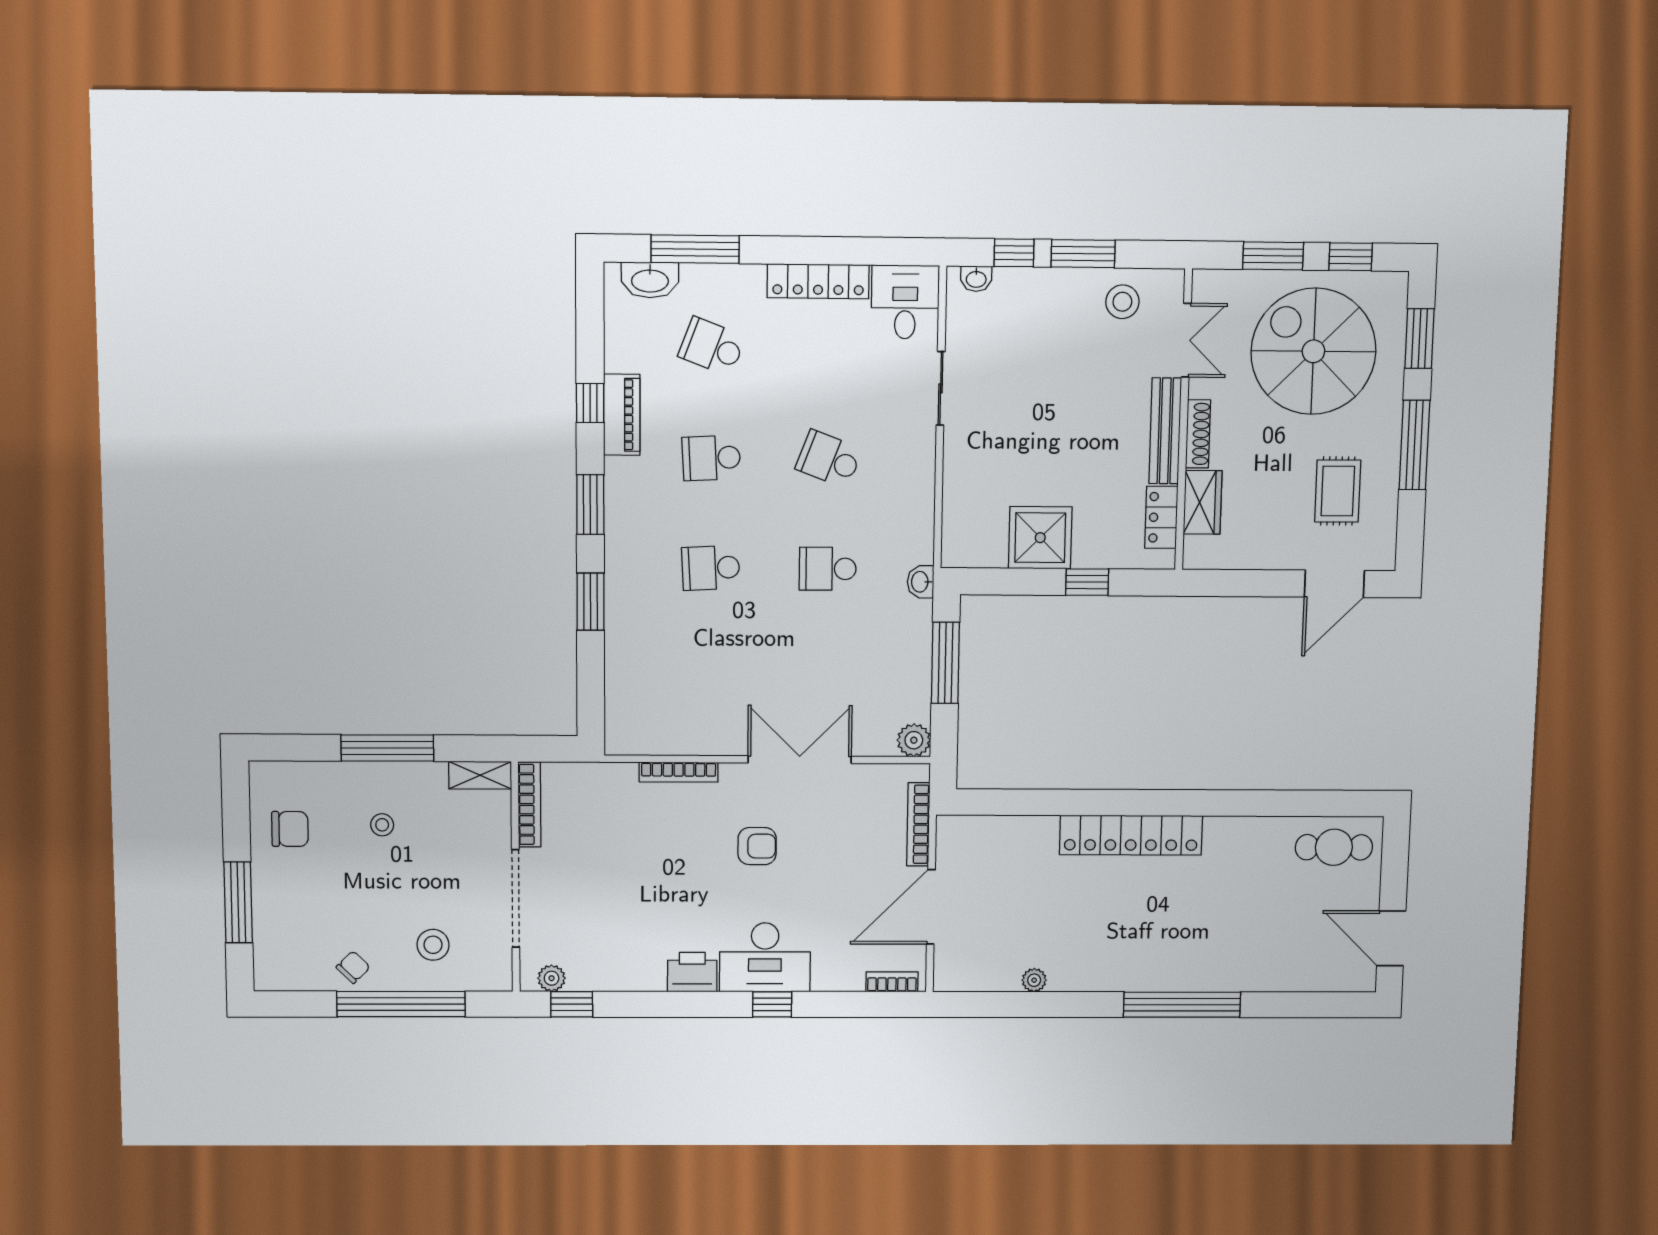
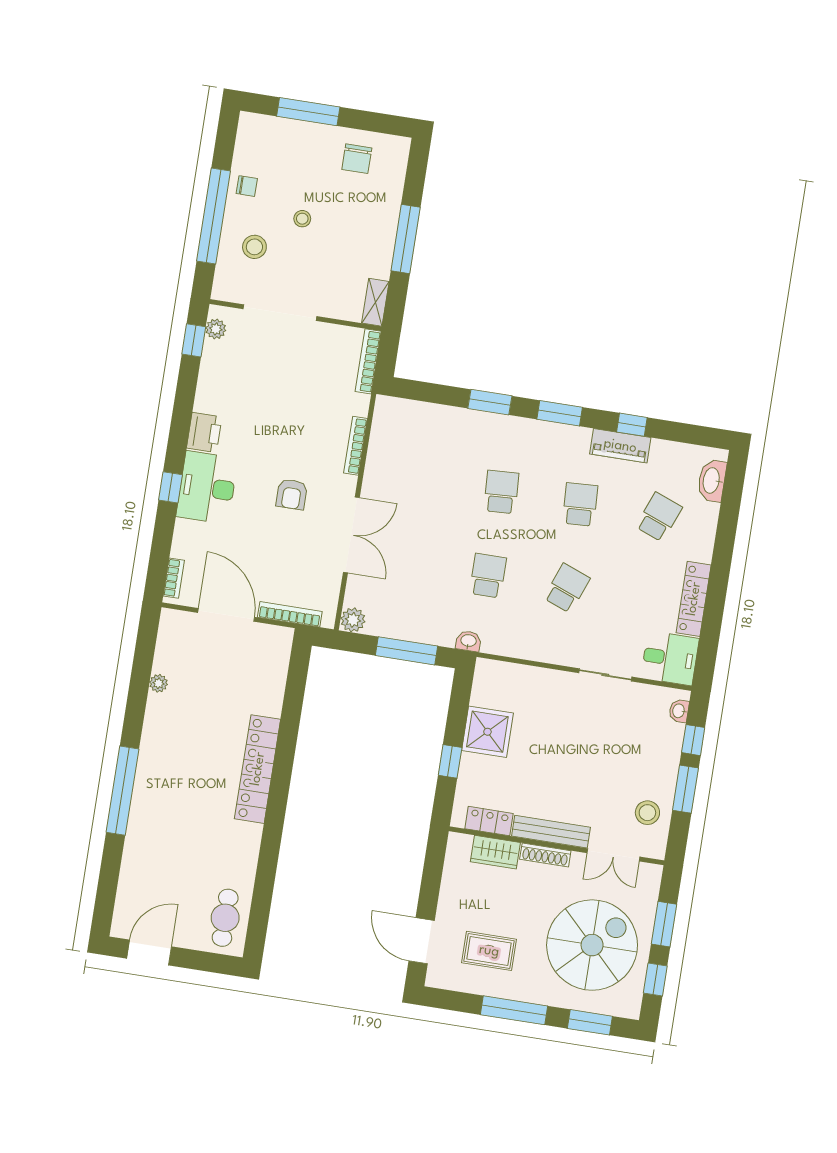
window: (695, 249) -> (729, 516), removed
bookcase: (529, 805) -> (368, 361), moved, turned 90
stool: (382, 825) -> (302, 219), moved
chair: (353, 967) -> (247, 186), turned -45

